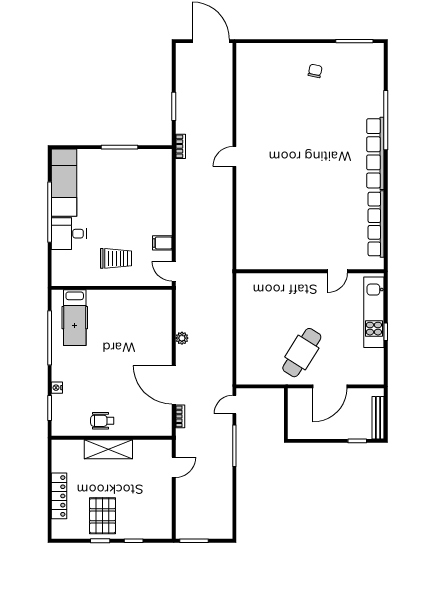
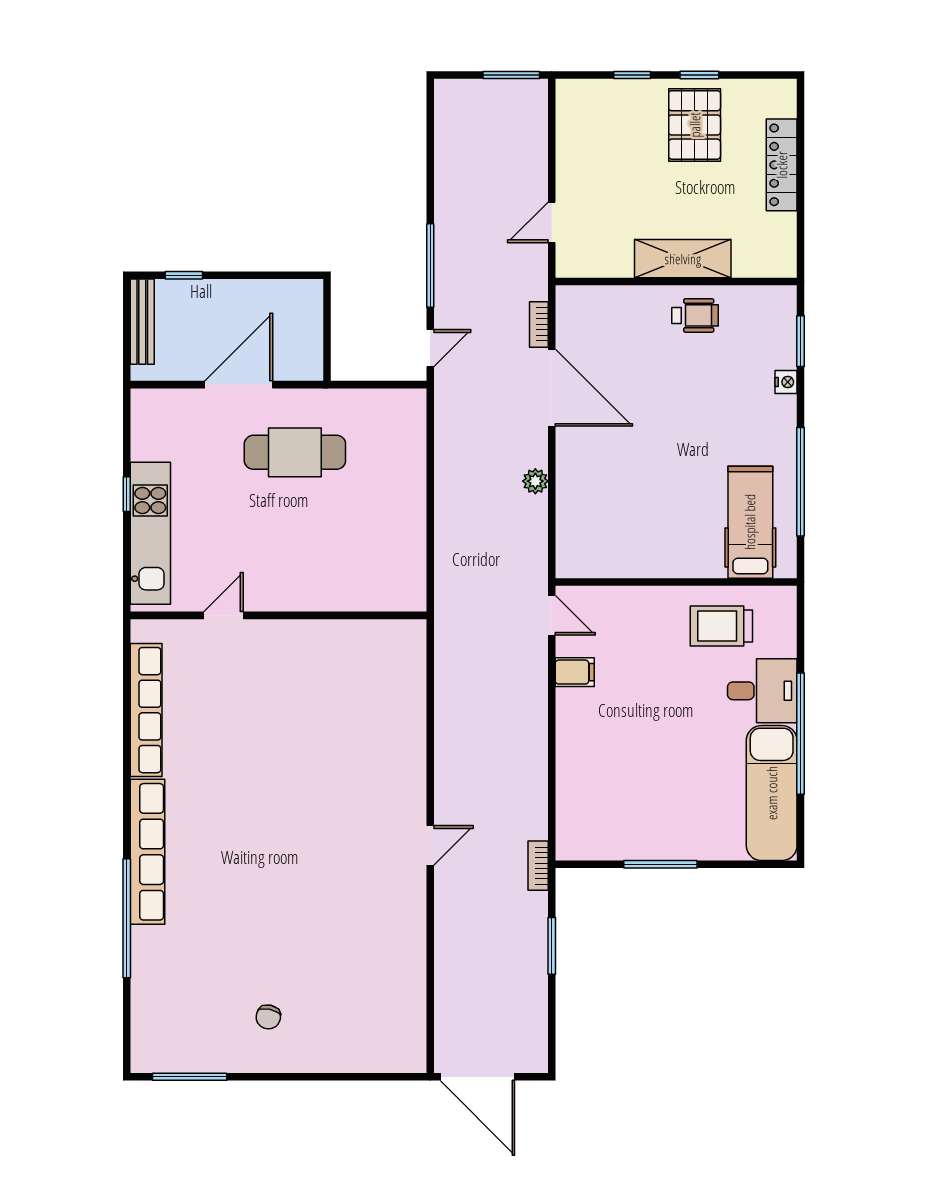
trolley: (116, 258) -> (721, 626), moved
cafe table: (302, 353) -> (295, 452), turned 58

